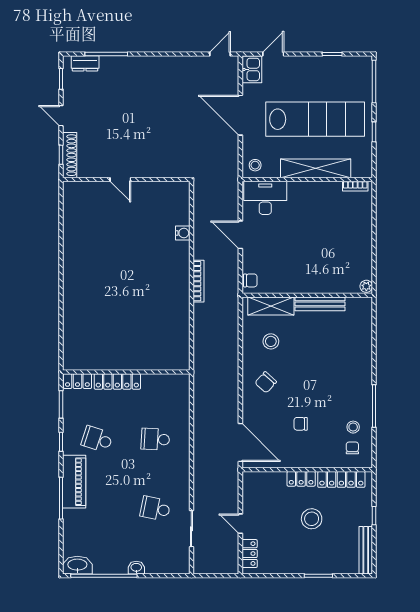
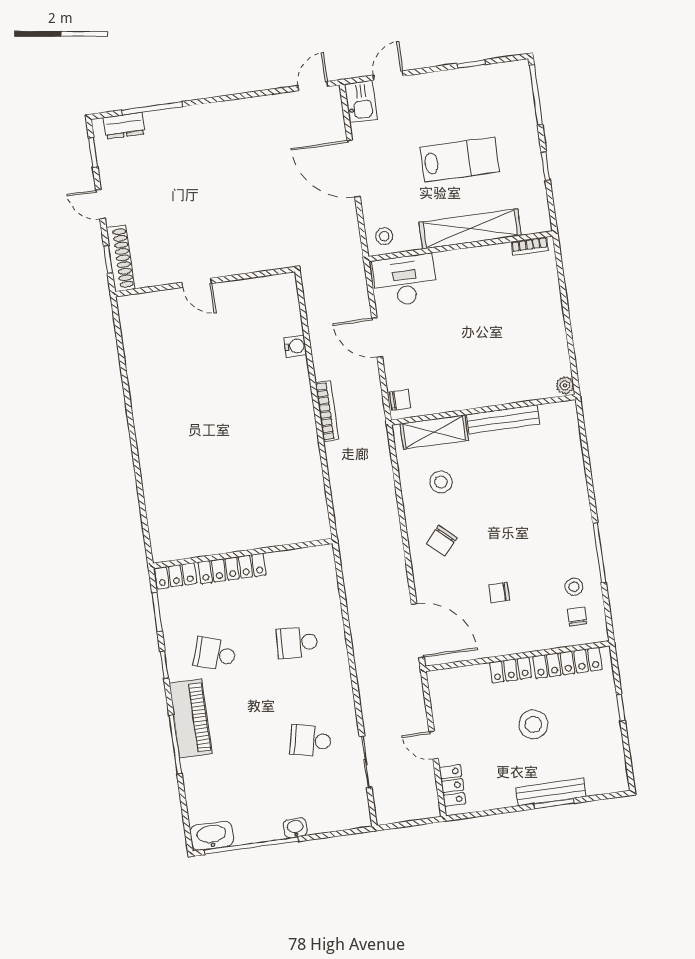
lab bench: (315, 119) -> (460, 160), width x0.54, depth x0.72
bench: (366, 550) -> (551, 792), moved, turned 90

